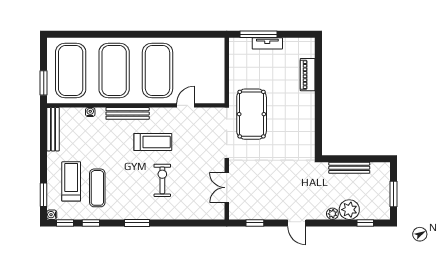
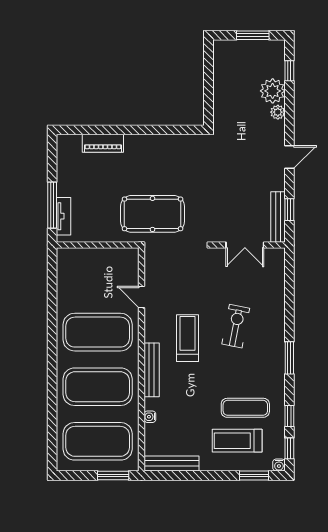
tv unit: (267, 43) -> (64, 216), moved
bench: (349, 168) -> (278, 217), moved
exercise bike: (162, 180) -> (236, 326), turned 101

